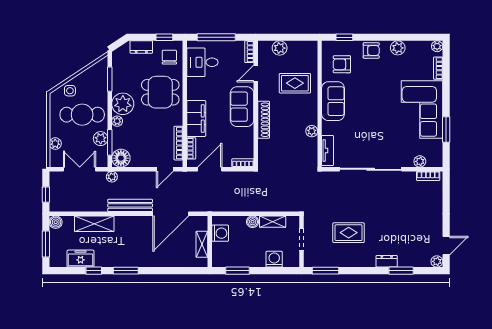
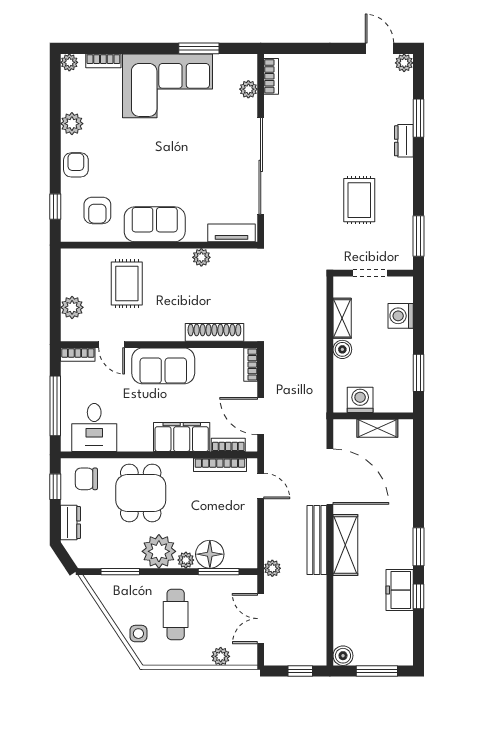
cafe table: (82, 115) -> (176, 614), width x0.73, depth x0.74
shoe rack: (264, 120) -> (214, 332), moved
plant: (101, 139) -> (213, 586), removed
floor lamp: (121, 158) -> (210, 554), moved
shelving: (94, 224) -> (345, 545), moved
freezer: (81, 259) -> (400, 590), moved

